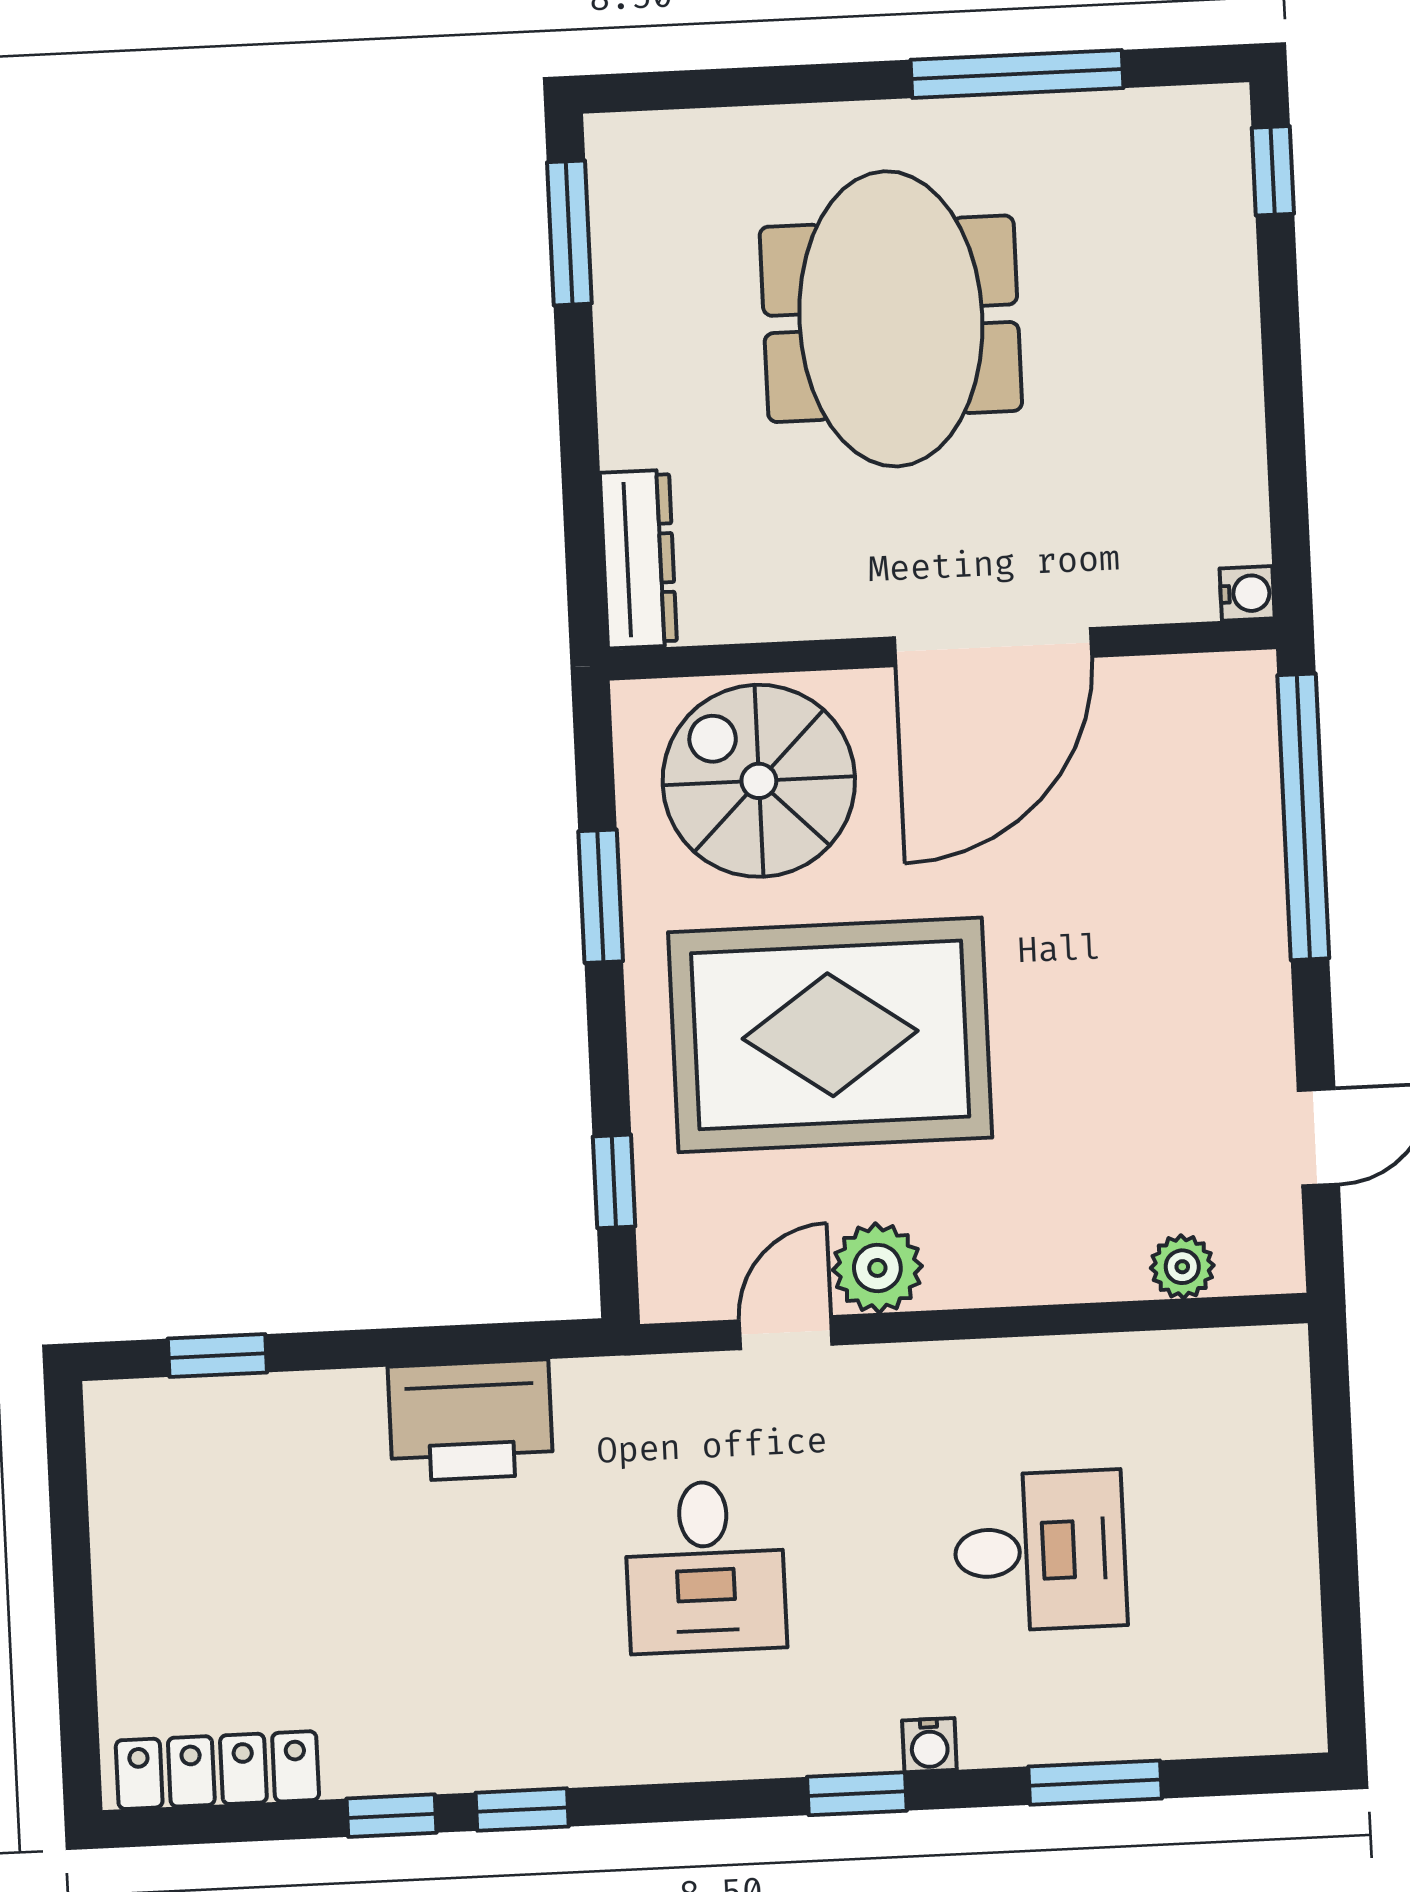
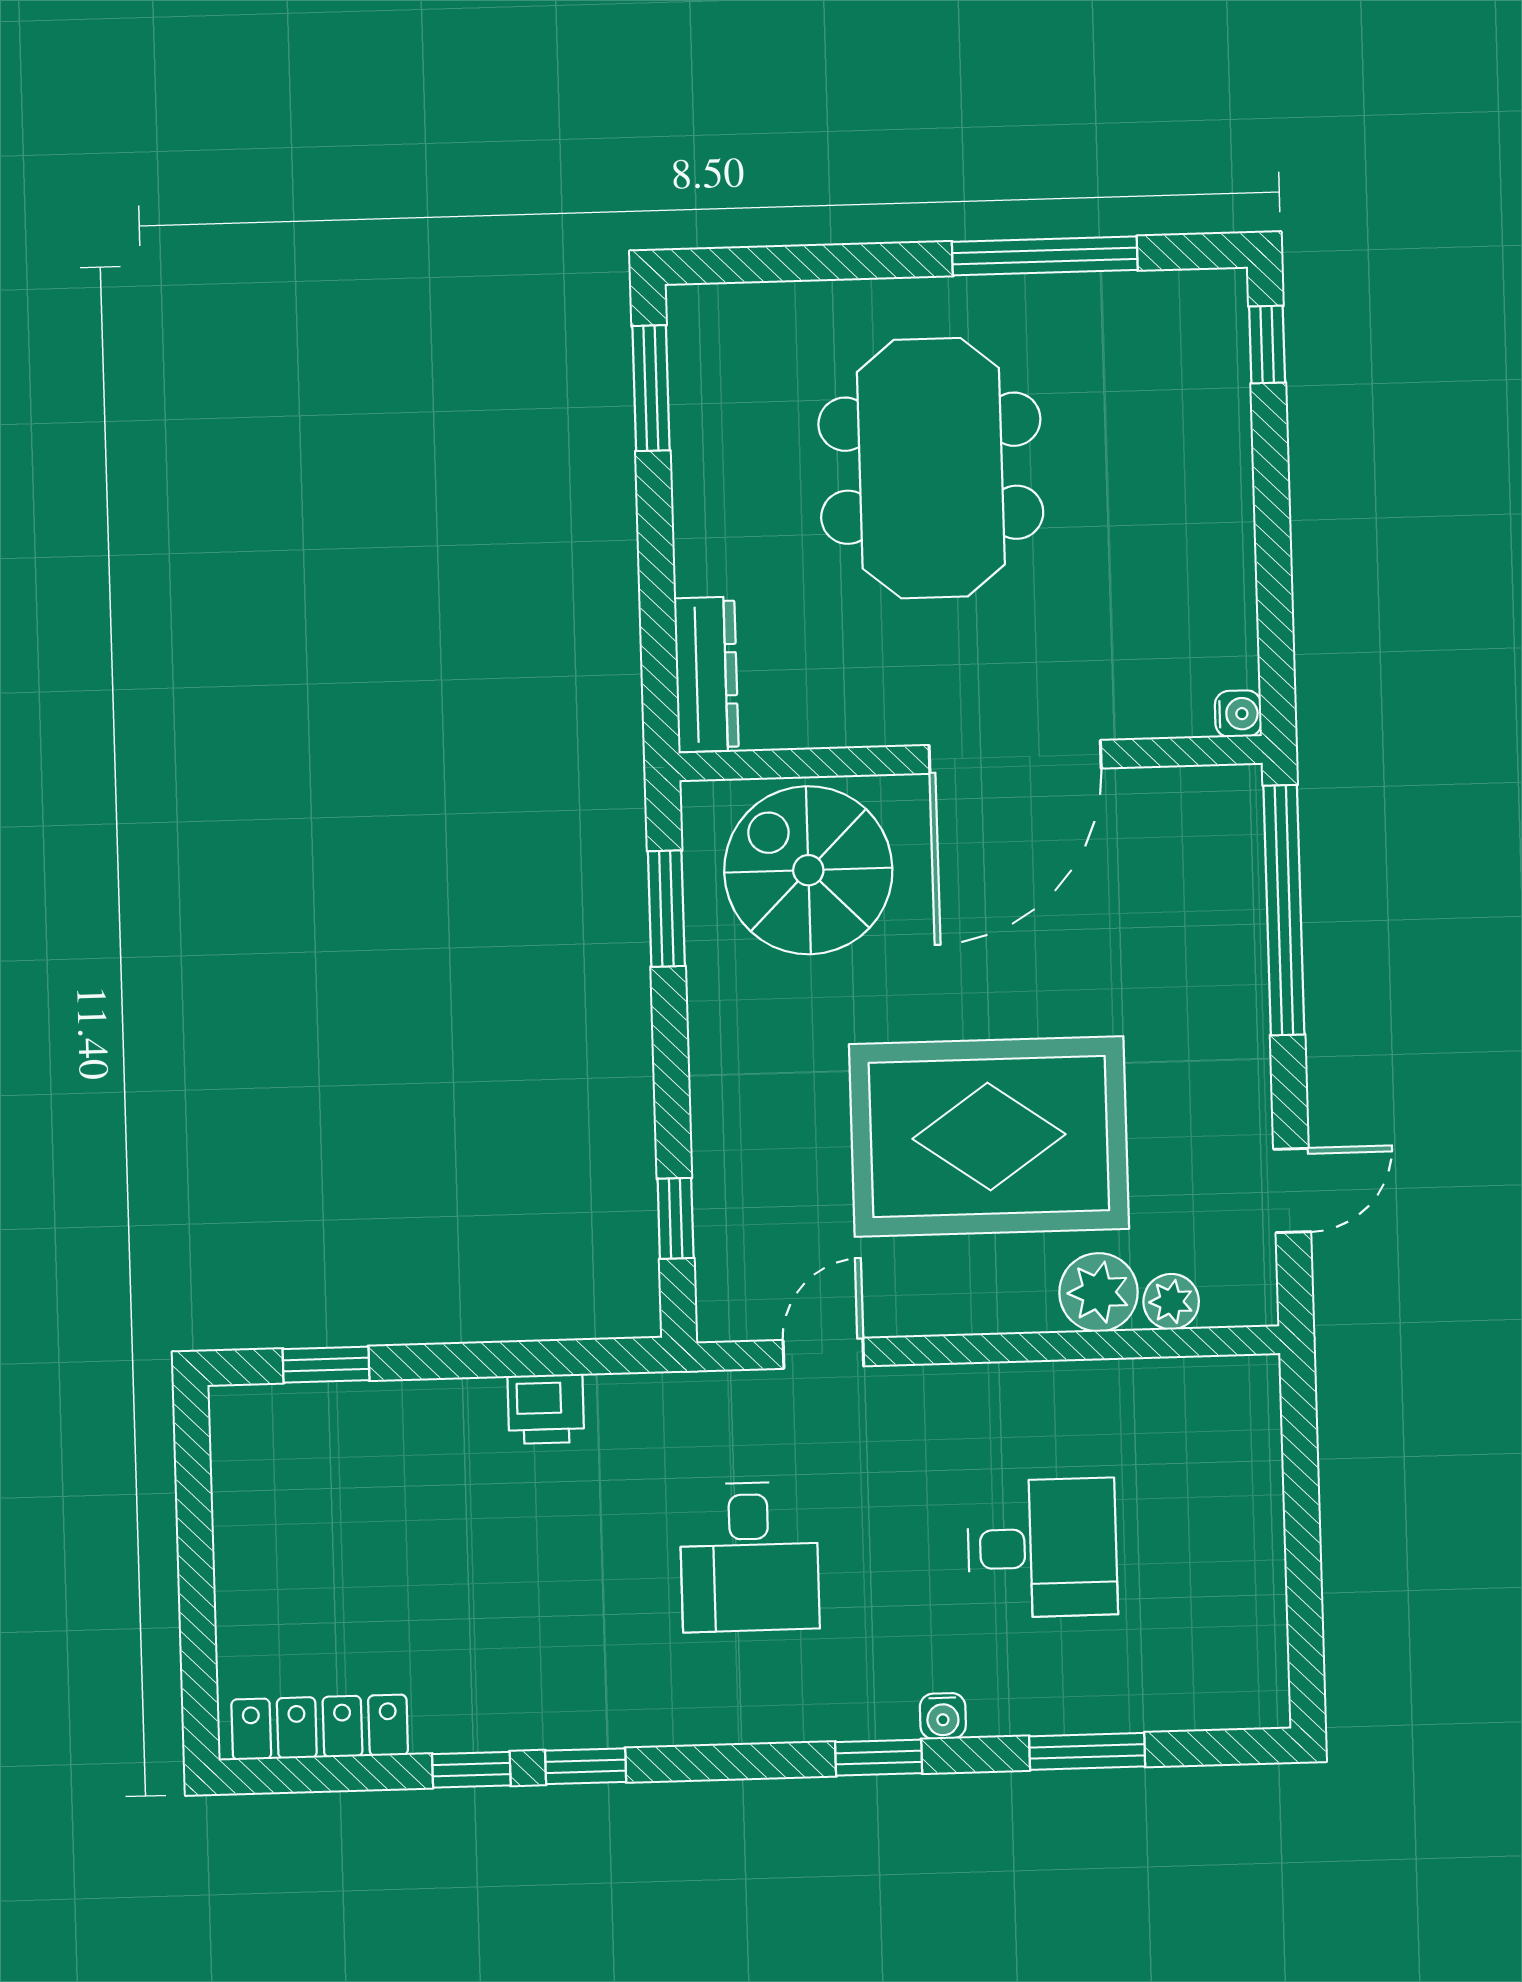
window: (601, 896) -> (666, 909), moved
rug: (830, 1035) -> (989, 1137), moved
plant: (877, 1268) -> (1099, 1292), moved
printer: (471, 1421) -> (546, 1409), width x0.53, depth x0.68

